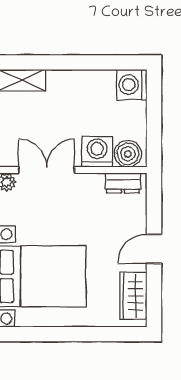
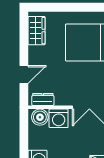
door: (154, 249) -> (24, 75), moved

